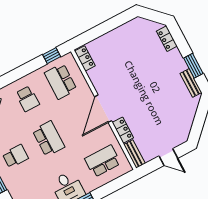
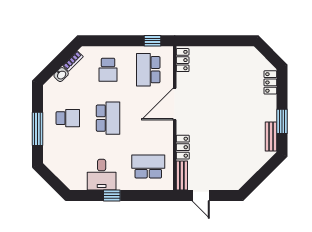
door: (103, 109) -> (175, 104), moved
door: (168, 157) -> (201, 195), moved

